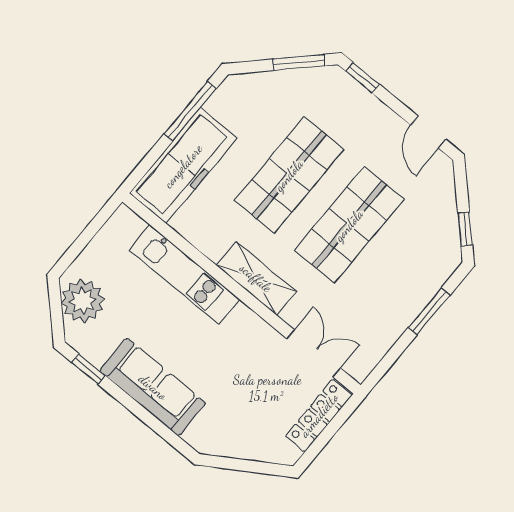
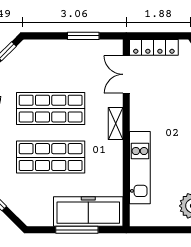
window: (190, 111) -> (77, 230), moved
shelving: (256, 278) -> (116, 123), width x0.67, depth x0.75
window: (429, 311) -> (83, 36), moved

